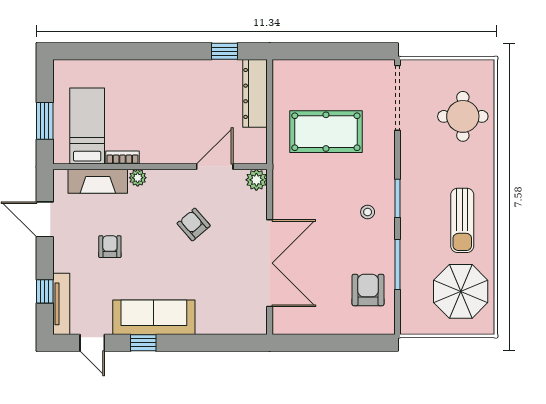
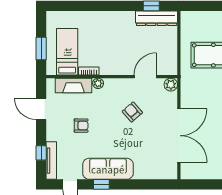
dresser: (255, 93) -> (157, 18), moved, turned -90
armchair: (110, 247) -> (81, 126), turned 90

